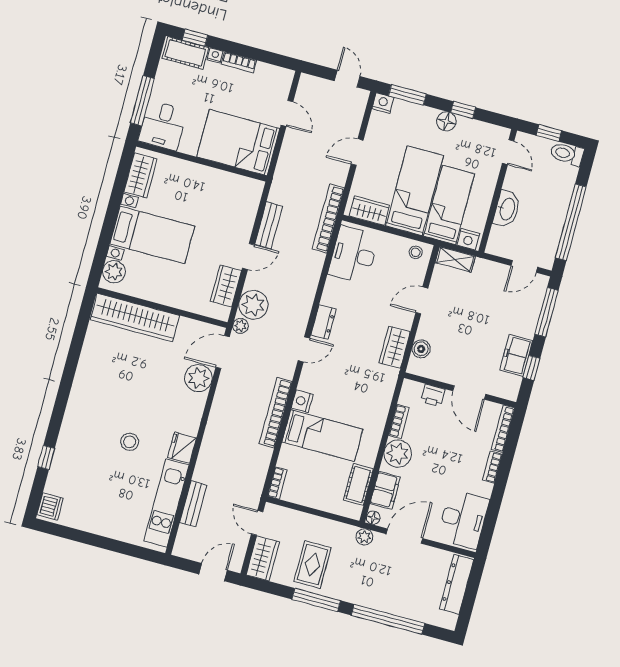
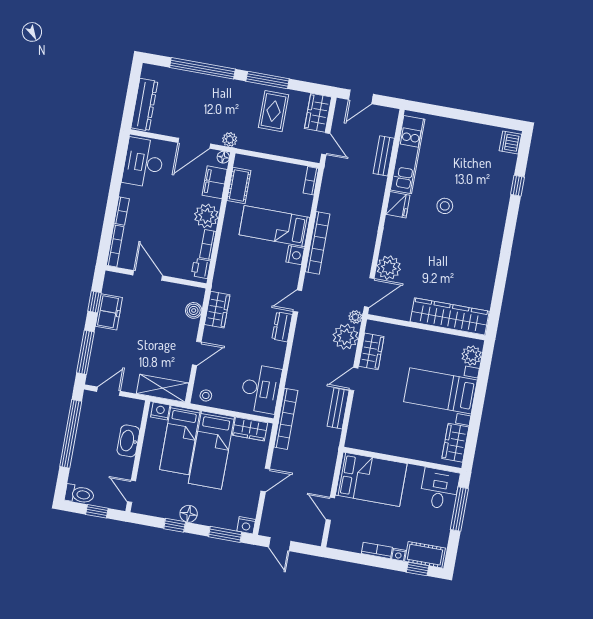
shelving: (455, 259) -> (163, 388), width x1.50, depth x1.33
printer: (433, 395) -> (201, 268), moved, turned -90

